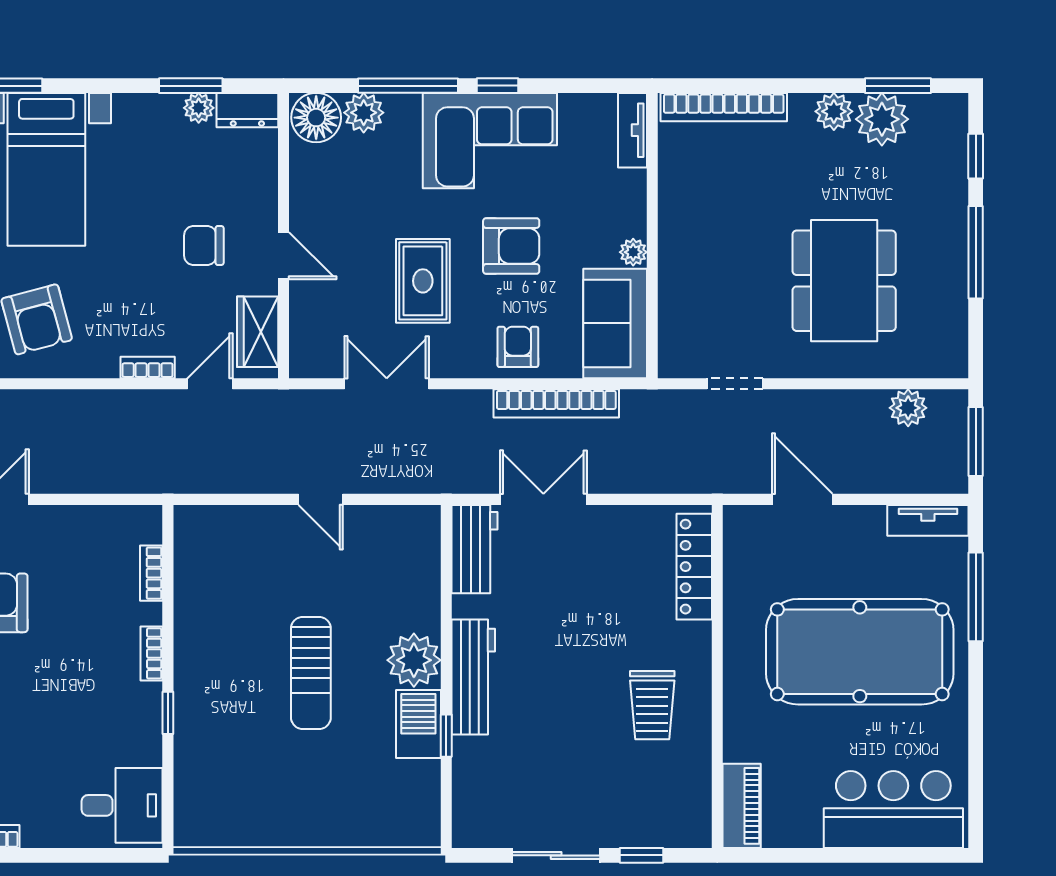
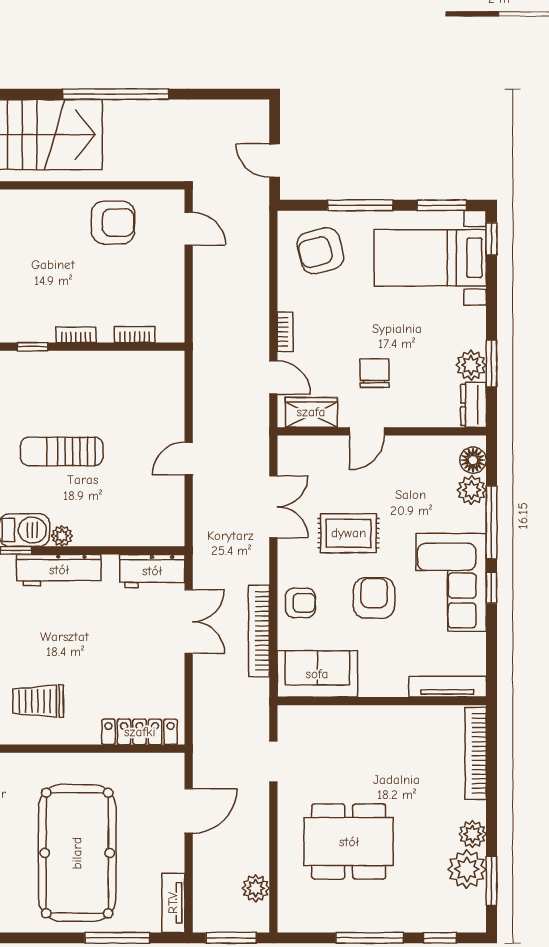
plant: (199, 108) -> (471, 365), width x1.38, depth x1.38
floor lamp: (316, 118) -> (473, 460), width x0.73, depth x0.73
tv unit: (632, 130) -> (448, 687), width x1.41
armchair: (511, 246) -> (374, 598), turned 180
plant: (633, 252) -> (370, 687), removed
plant: (414, 660) -> (62, 536), width x0.53, depth x0.53

